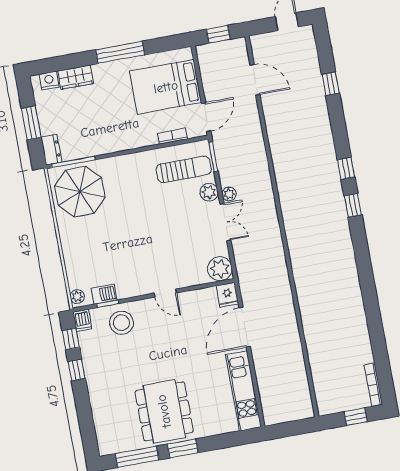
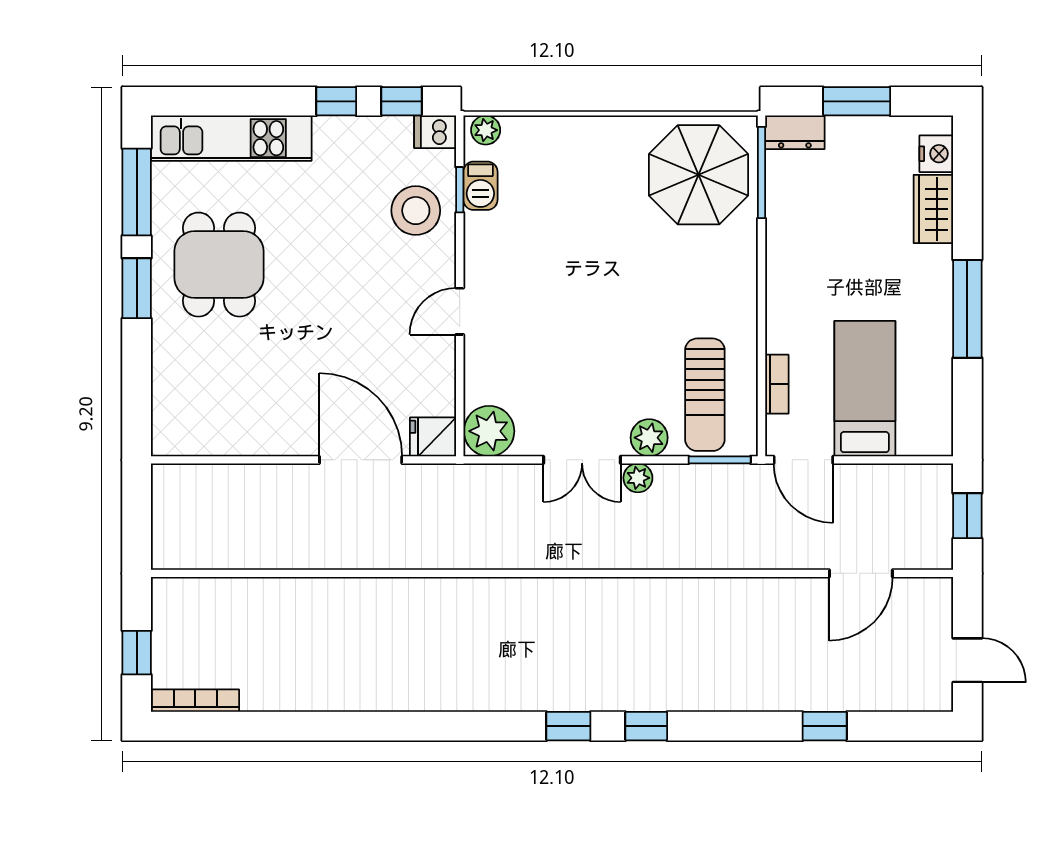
bed: (166, 87) -> (865, 389), width x0.67
kitchen unit: (243, 391) -> (231, 138), moved, turned 180
dining table: (164, 411) -> (219, 265), width x0.73

